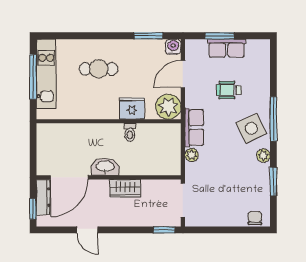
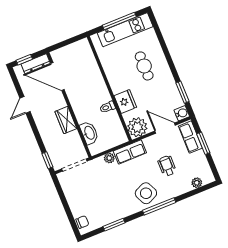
row of seats: (227, 48) -> (190, 137), moved
plant: (263, 156) -> (197, 183), moved
washbasin: (105, 167) -> (89, 133), moved

